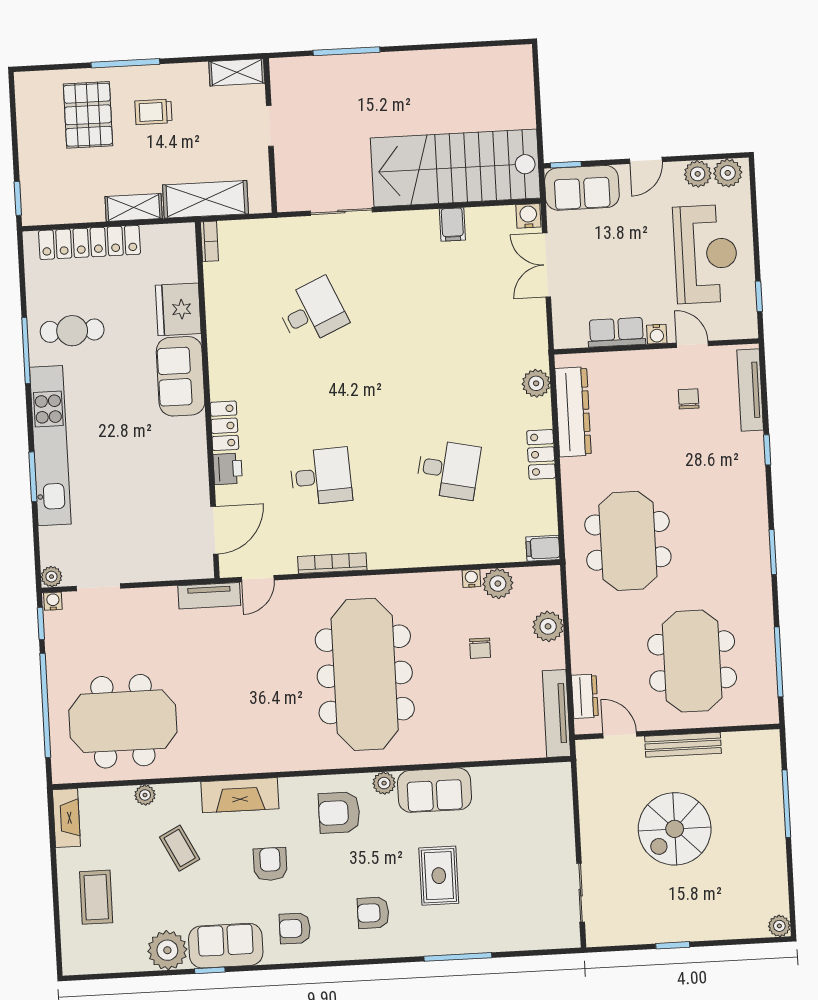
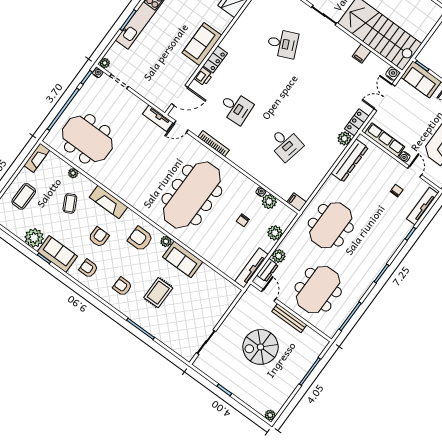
row of seats: (616, 332) -> (385, 140), width x1.48
sofa: (181, 376) -> (202, 44), moved
locker: (541, 454) -> (357, 122), moved
plant: (584, 658) -> (279, 256), added

